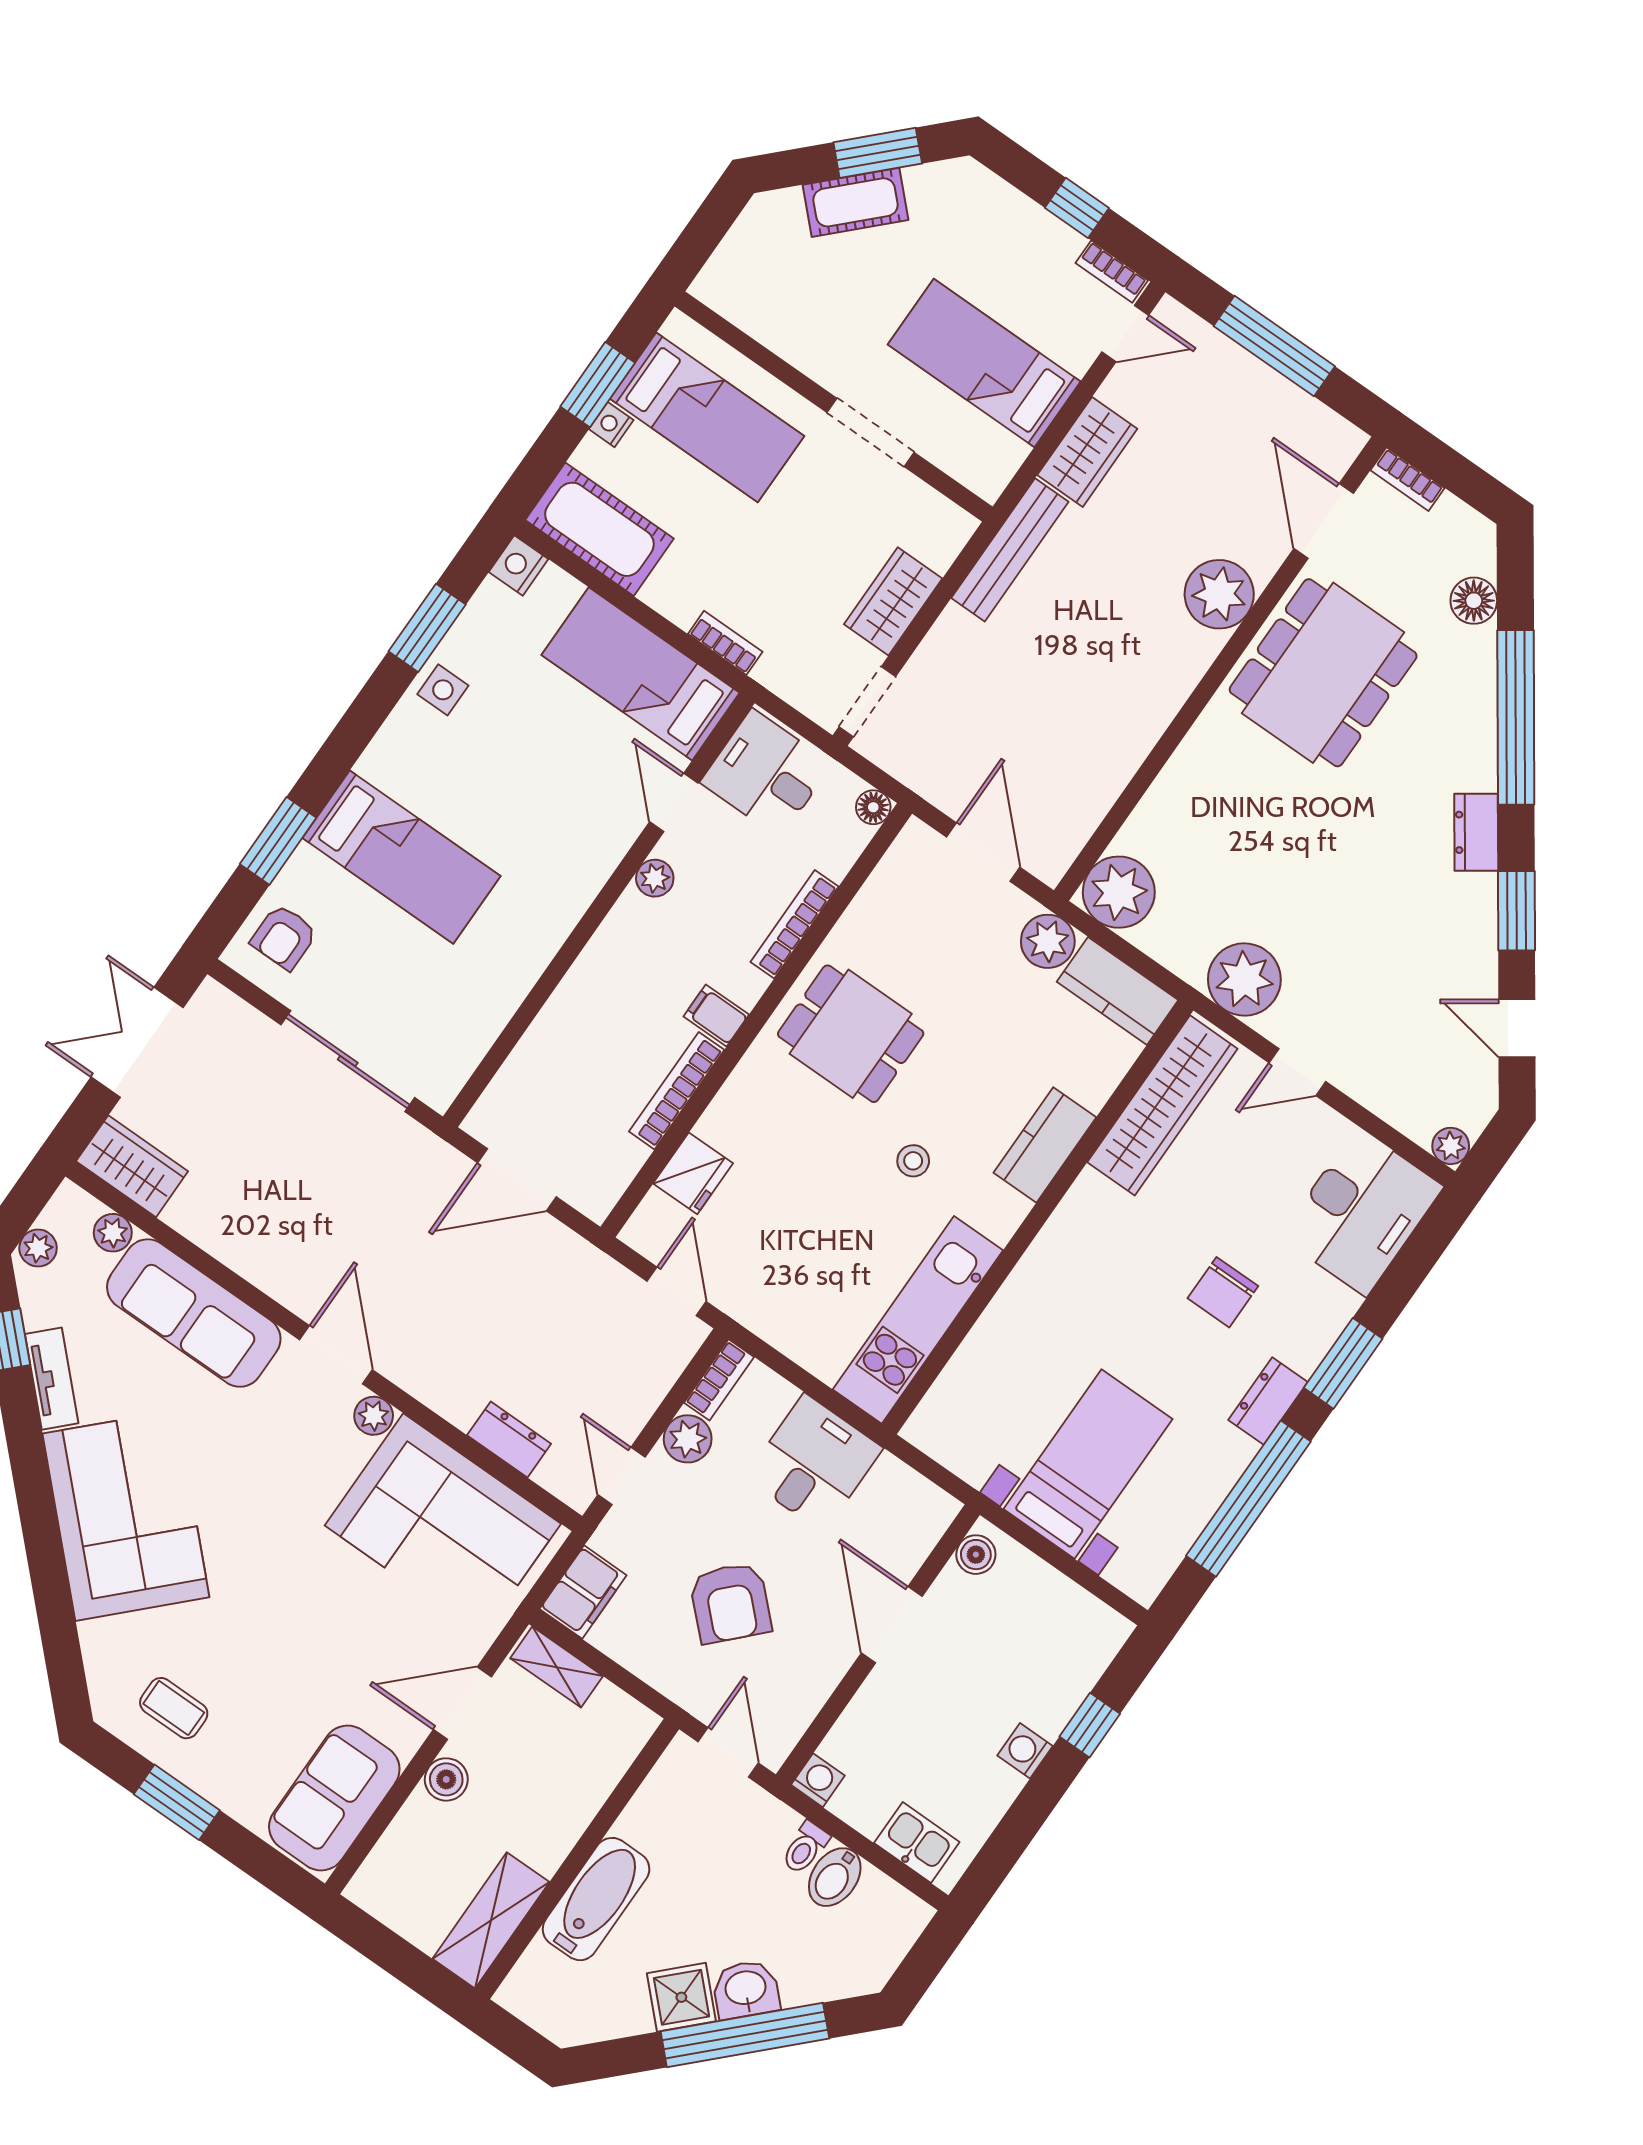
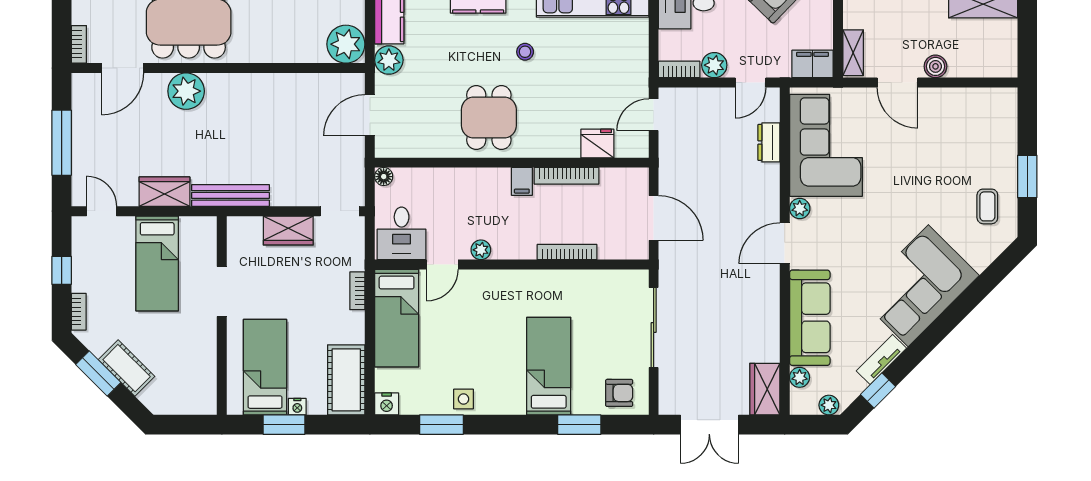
bookcase: (1112, 272) -> (79, 312), moved
bookcase: (795, 924) -> (567, 252), moved, turned 180
sofa: (334, 1798) -> (978, 109), removed

